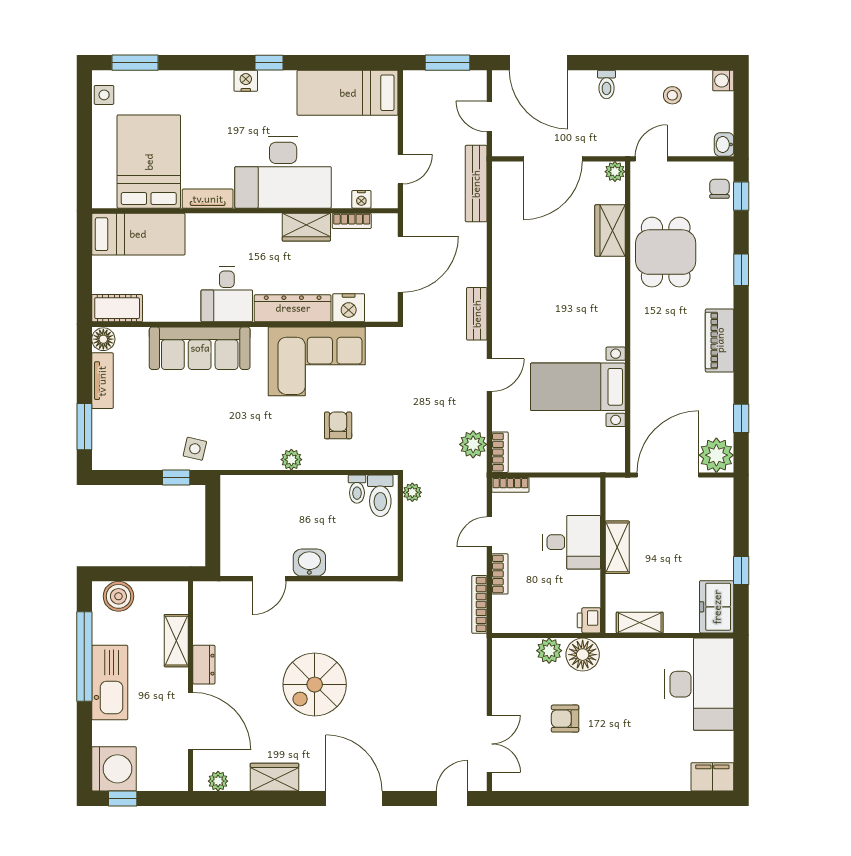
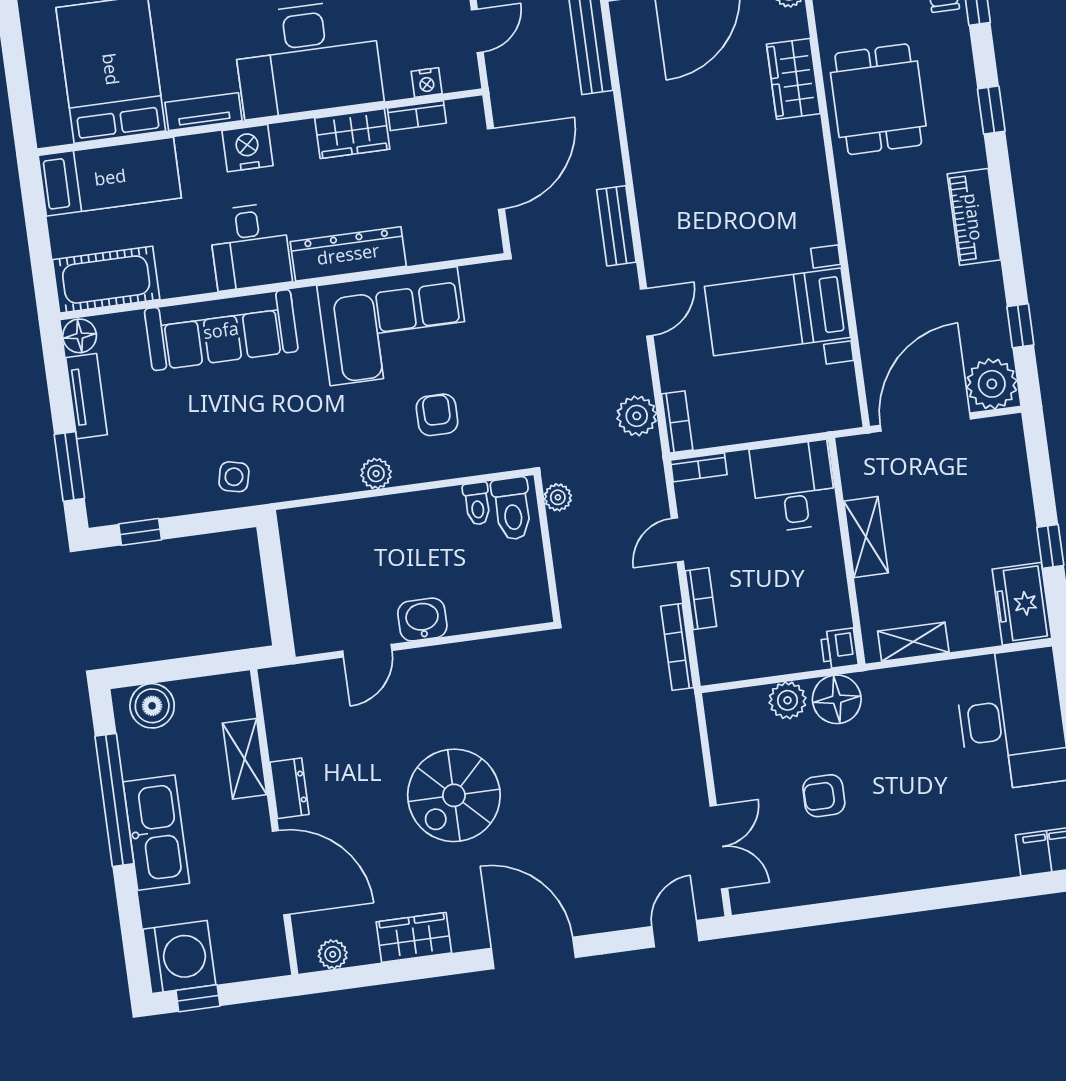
cot: (117, 308) -> (106, 280), width x1.37, depth x1.34
nightstand: (349, 308) -> (247, 148), moved, turned 180
window: (176, 477) -> (140, 532), moved
desk: (571, 542) -> (793, 486), moved, turned -90

